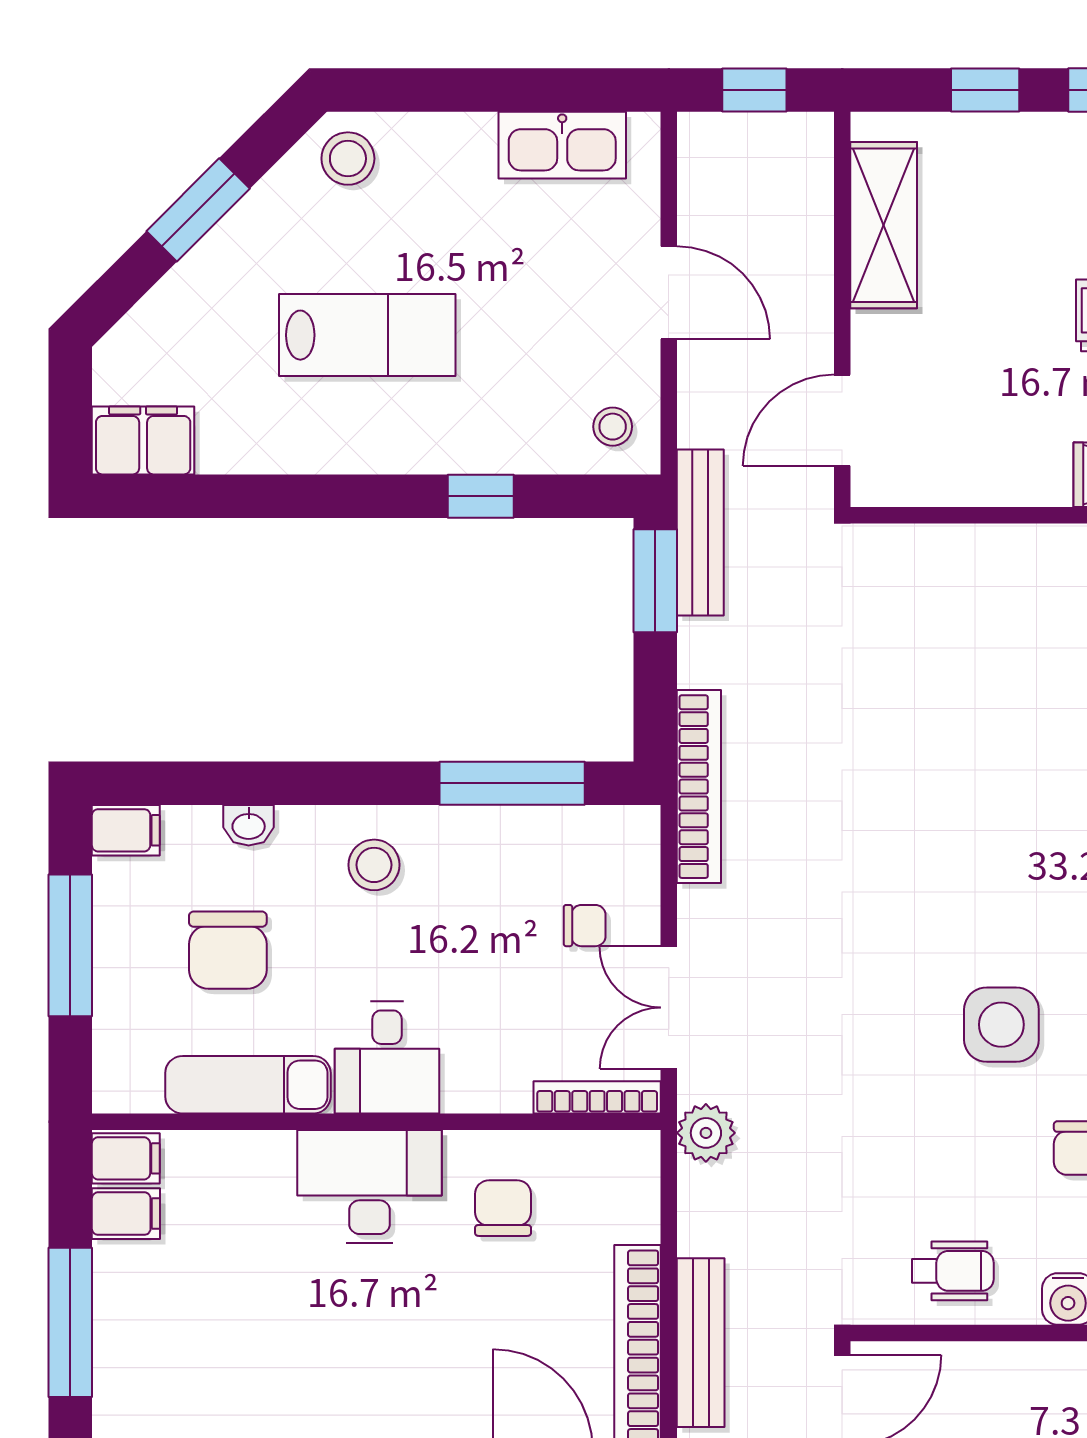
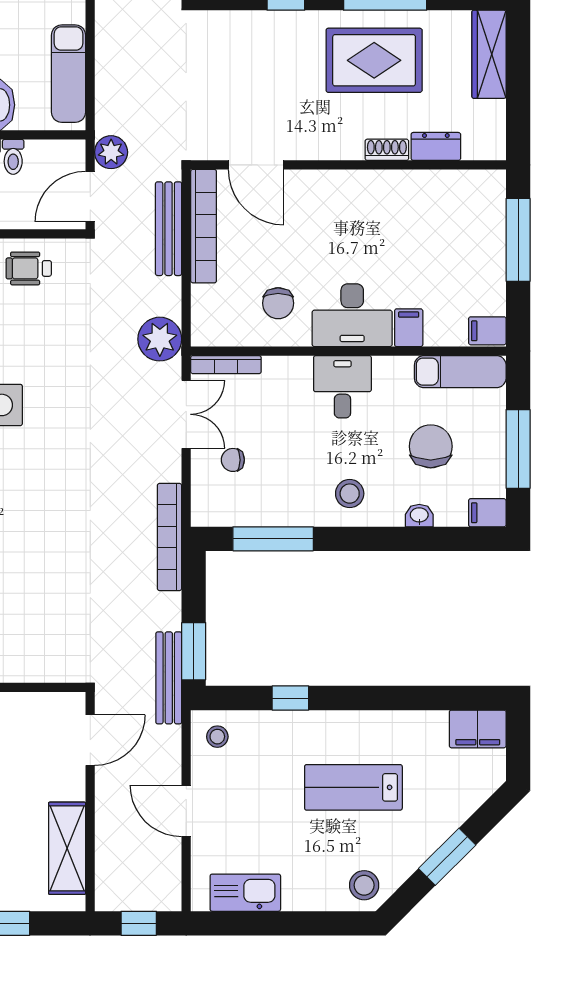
exam couch: (248, 1085) -> (460, 372), moved
plant: (706, 1133) -> (160, 339), width x1.36, depth x1.36
filing cabinet: (126, 1214) -> (409, 328), moved, turned 90

